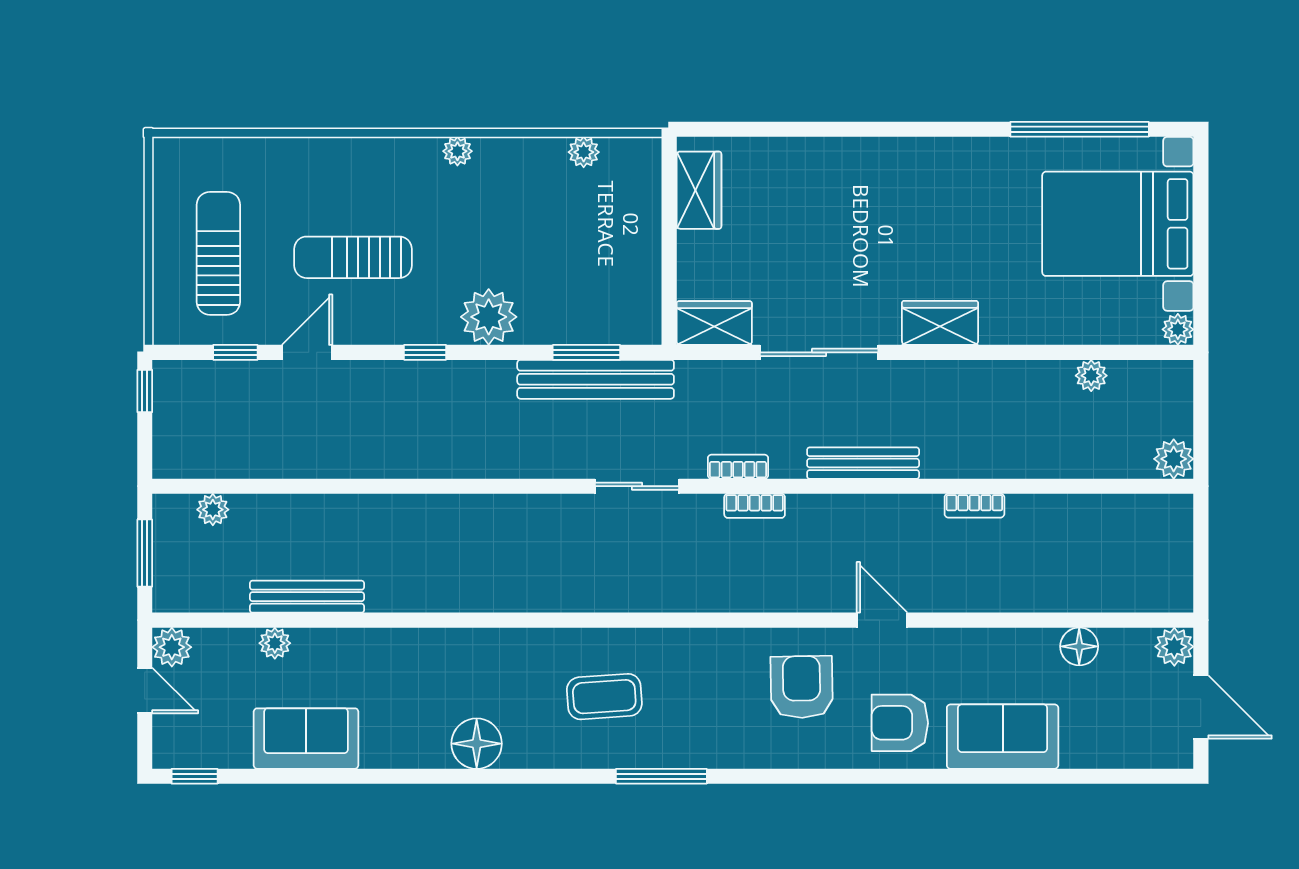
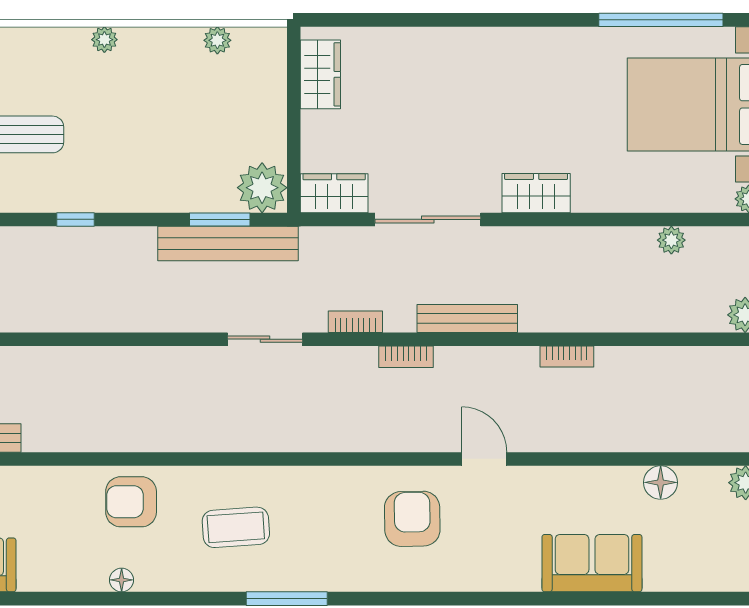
plant: (489, 317) -> (262, 188), moved
bookcase: (755, 506) -> (406, 357), moved
armchair: (900, 723) -> (131, 502), moved
floor lamp: (477, 744) -> (122, 580), width x0.53, depth x0.53

